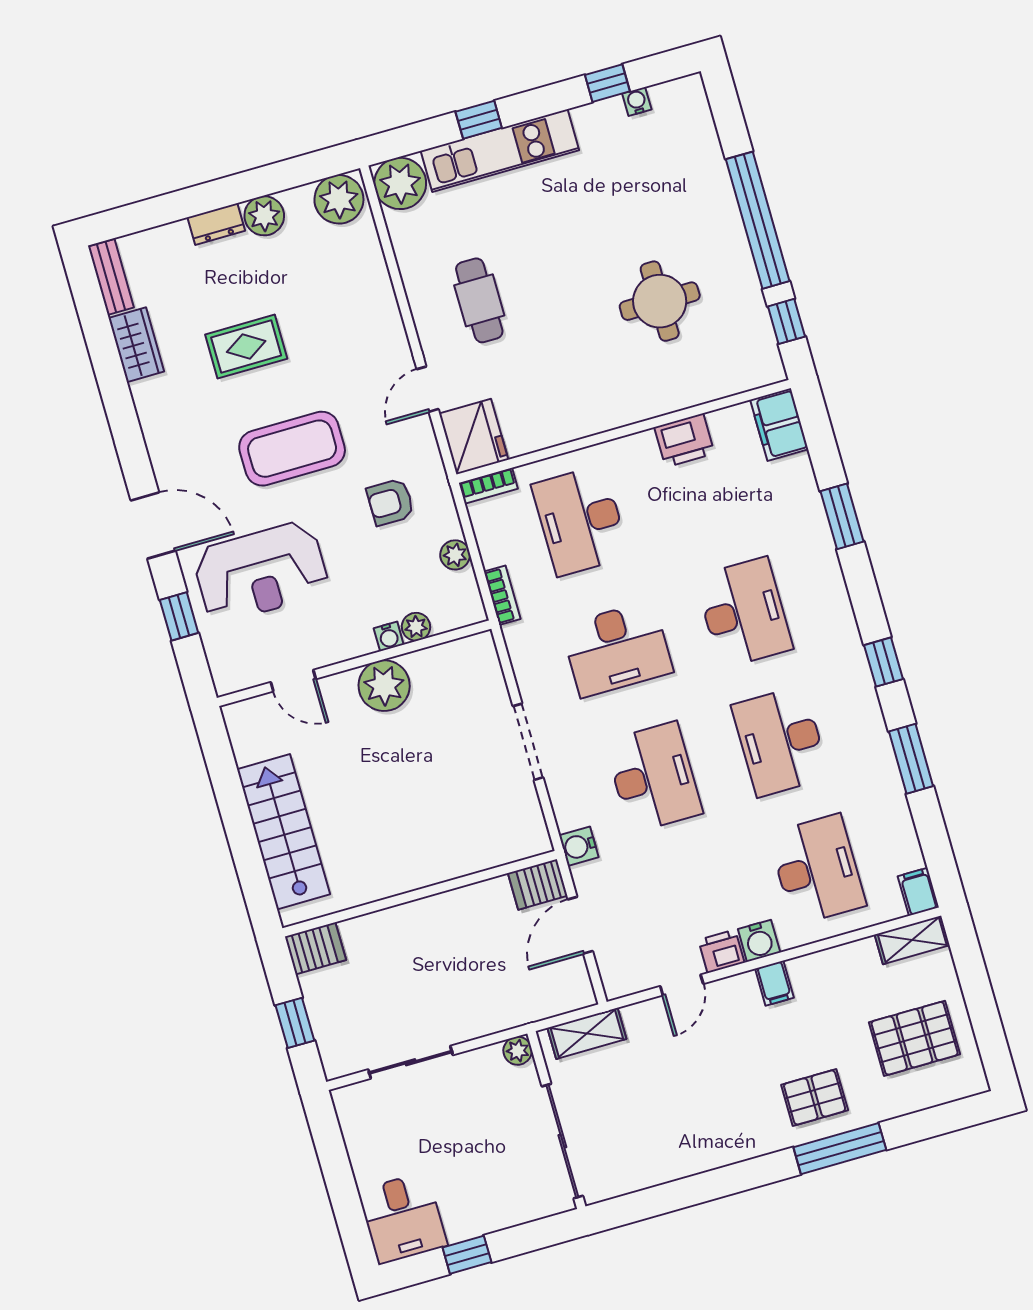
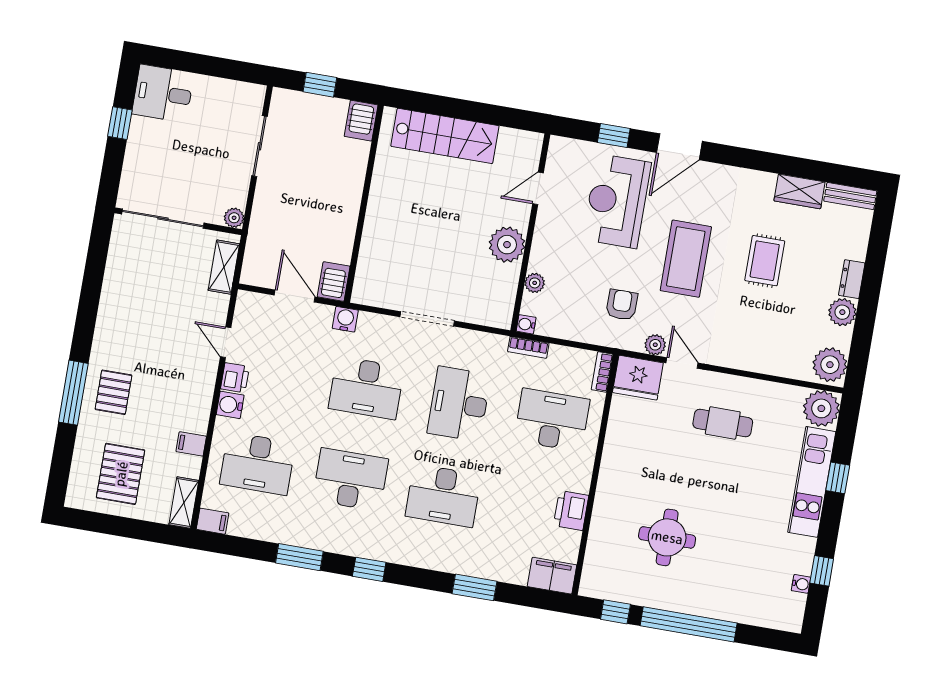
plant: (455, 555) -> (655, 345), moved
water cooler: (389, 636) -> (526, 324), moved
filing cabinet: (774, 983) -> (191, 444), moved

